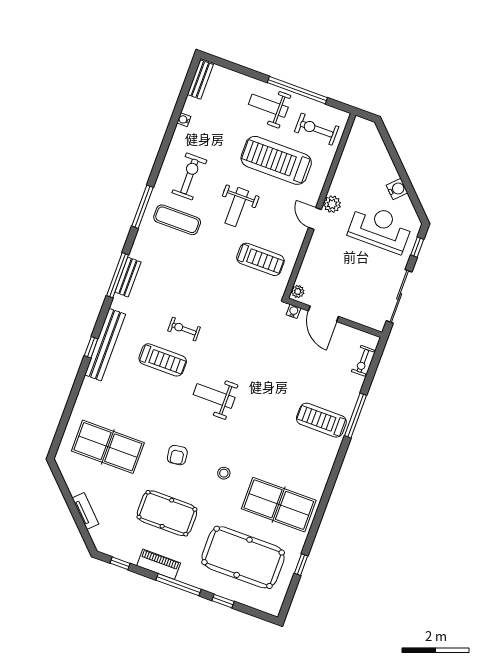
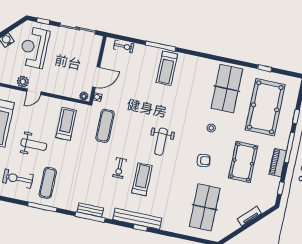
exercise mat: (249, 316) -> (105, 126), added

